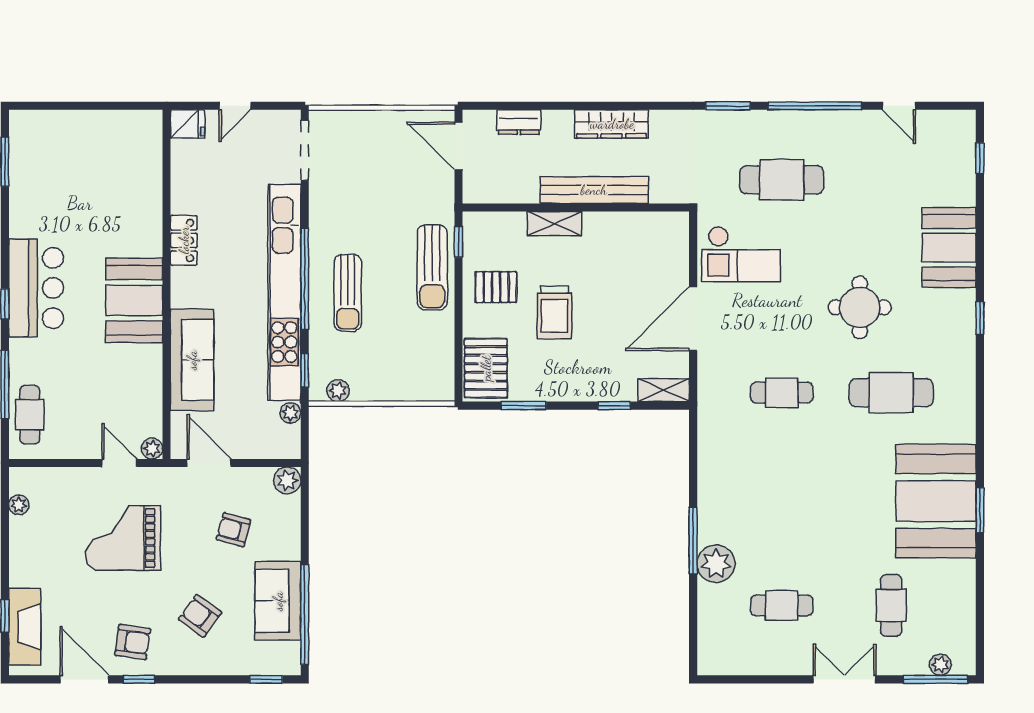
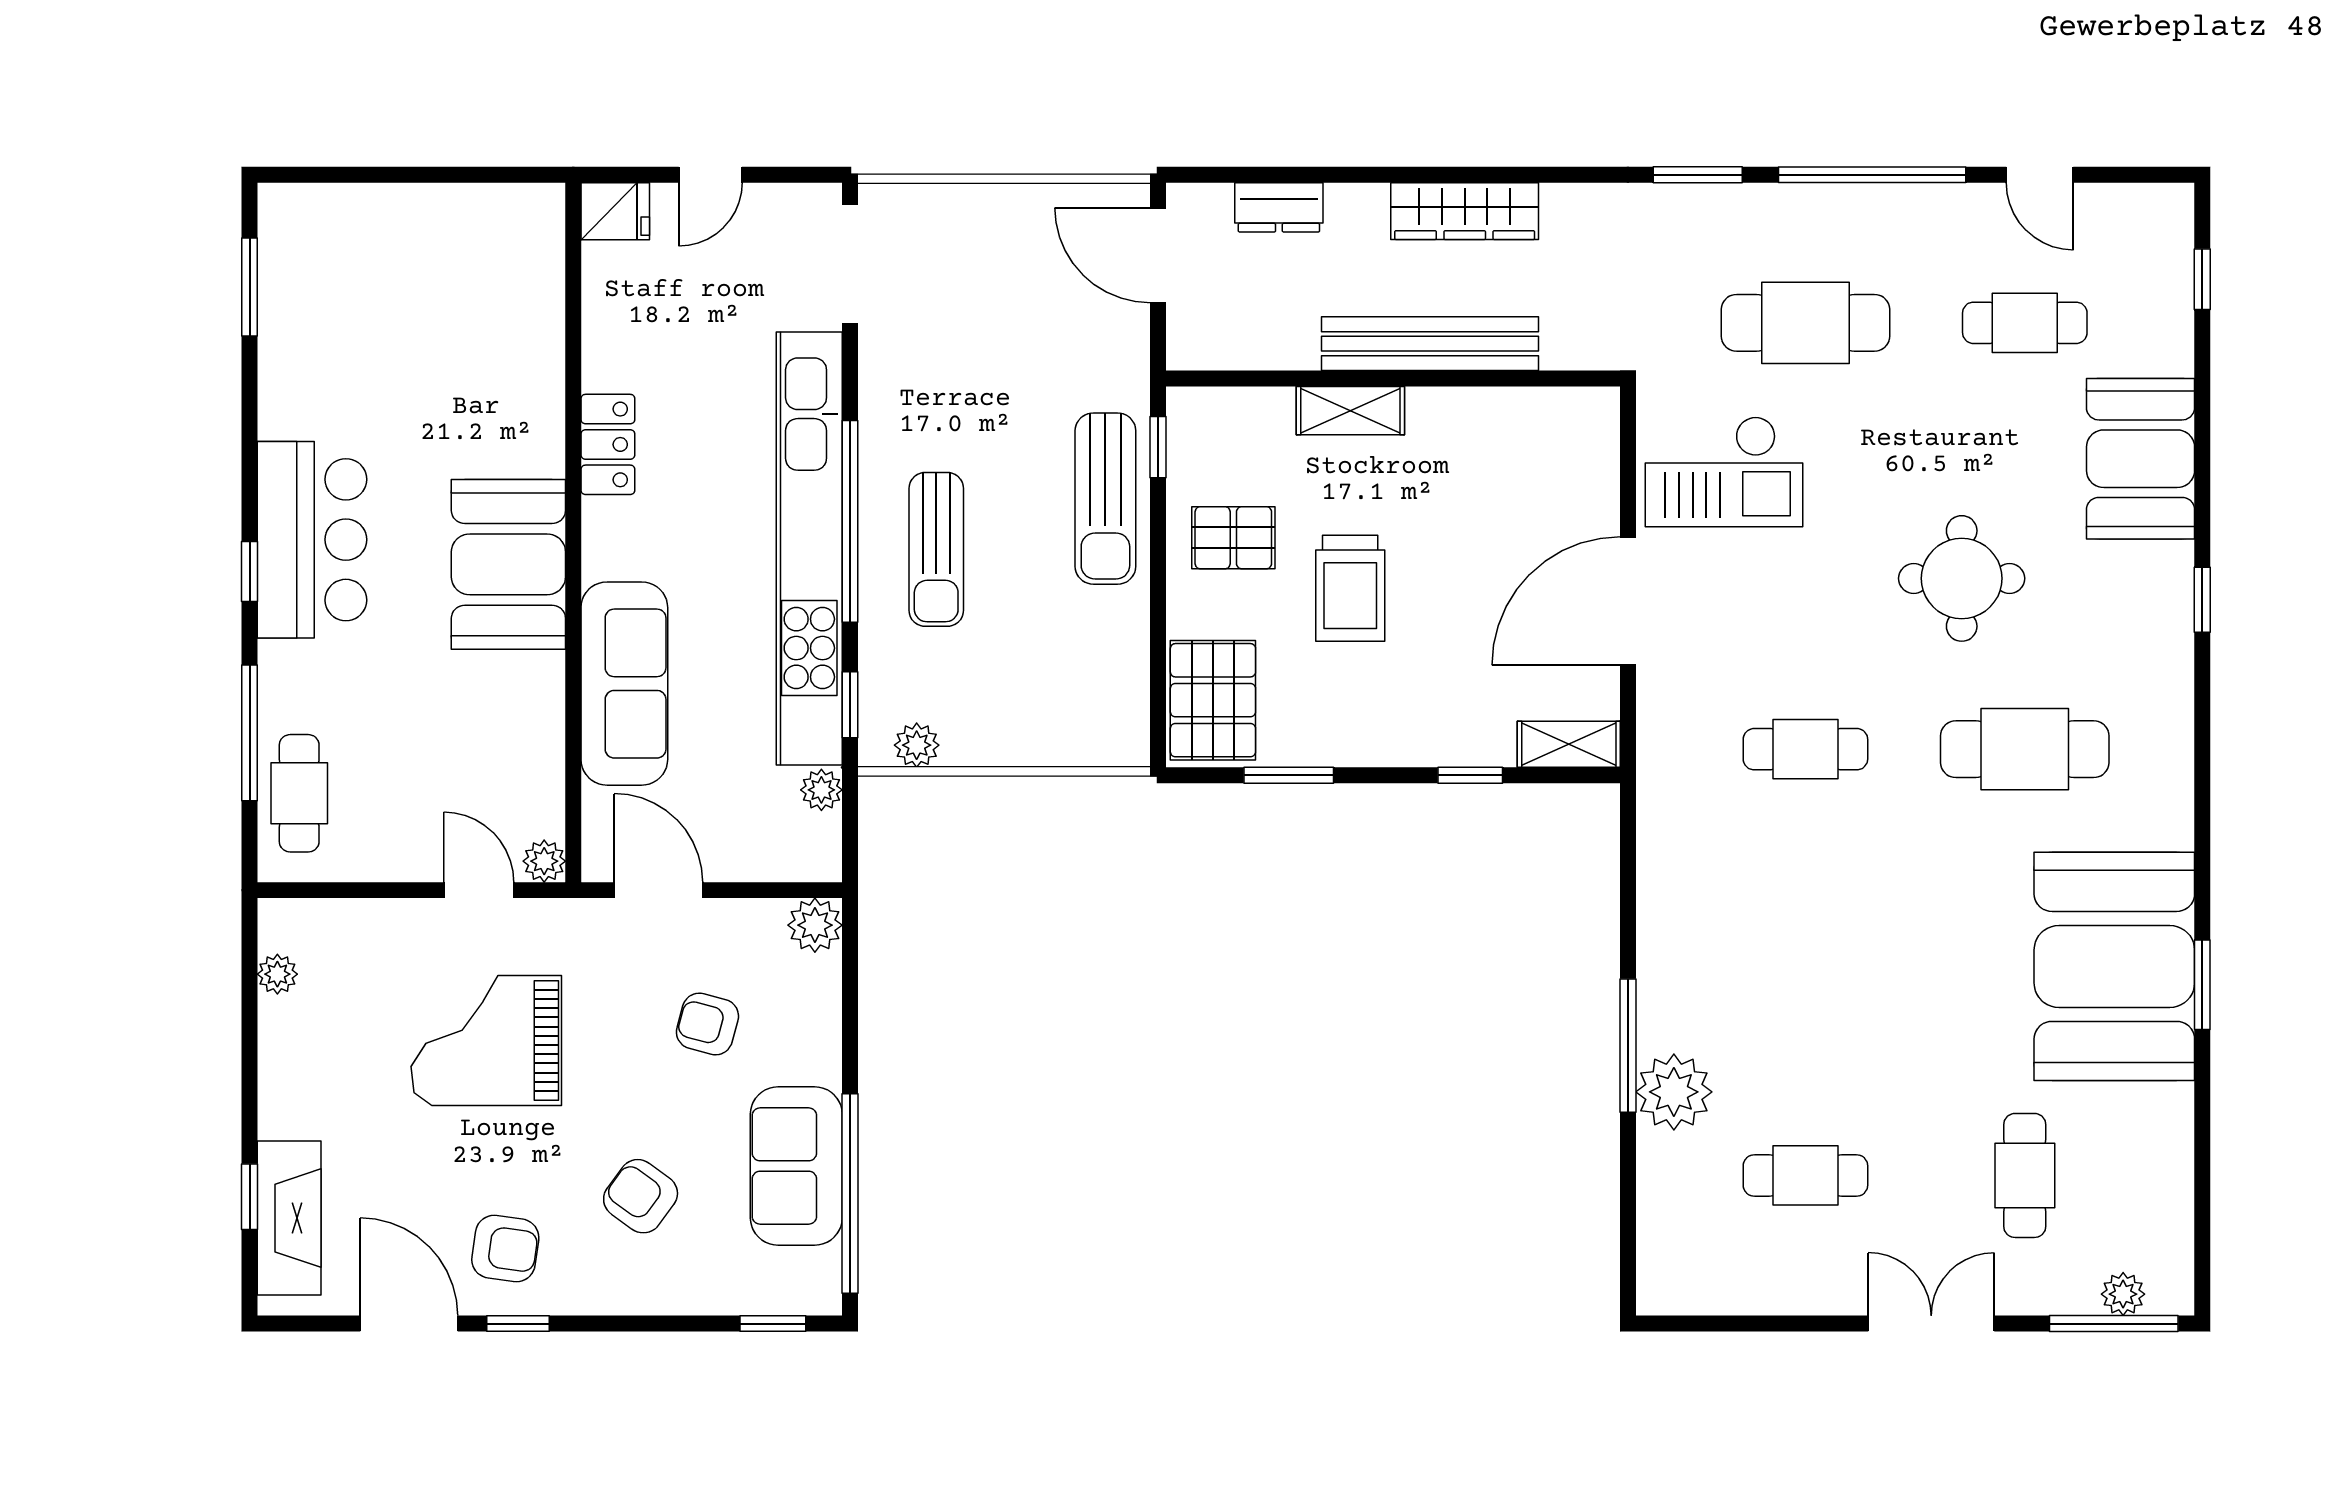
cafe table: (891, 180) -> (2025, 323), added

